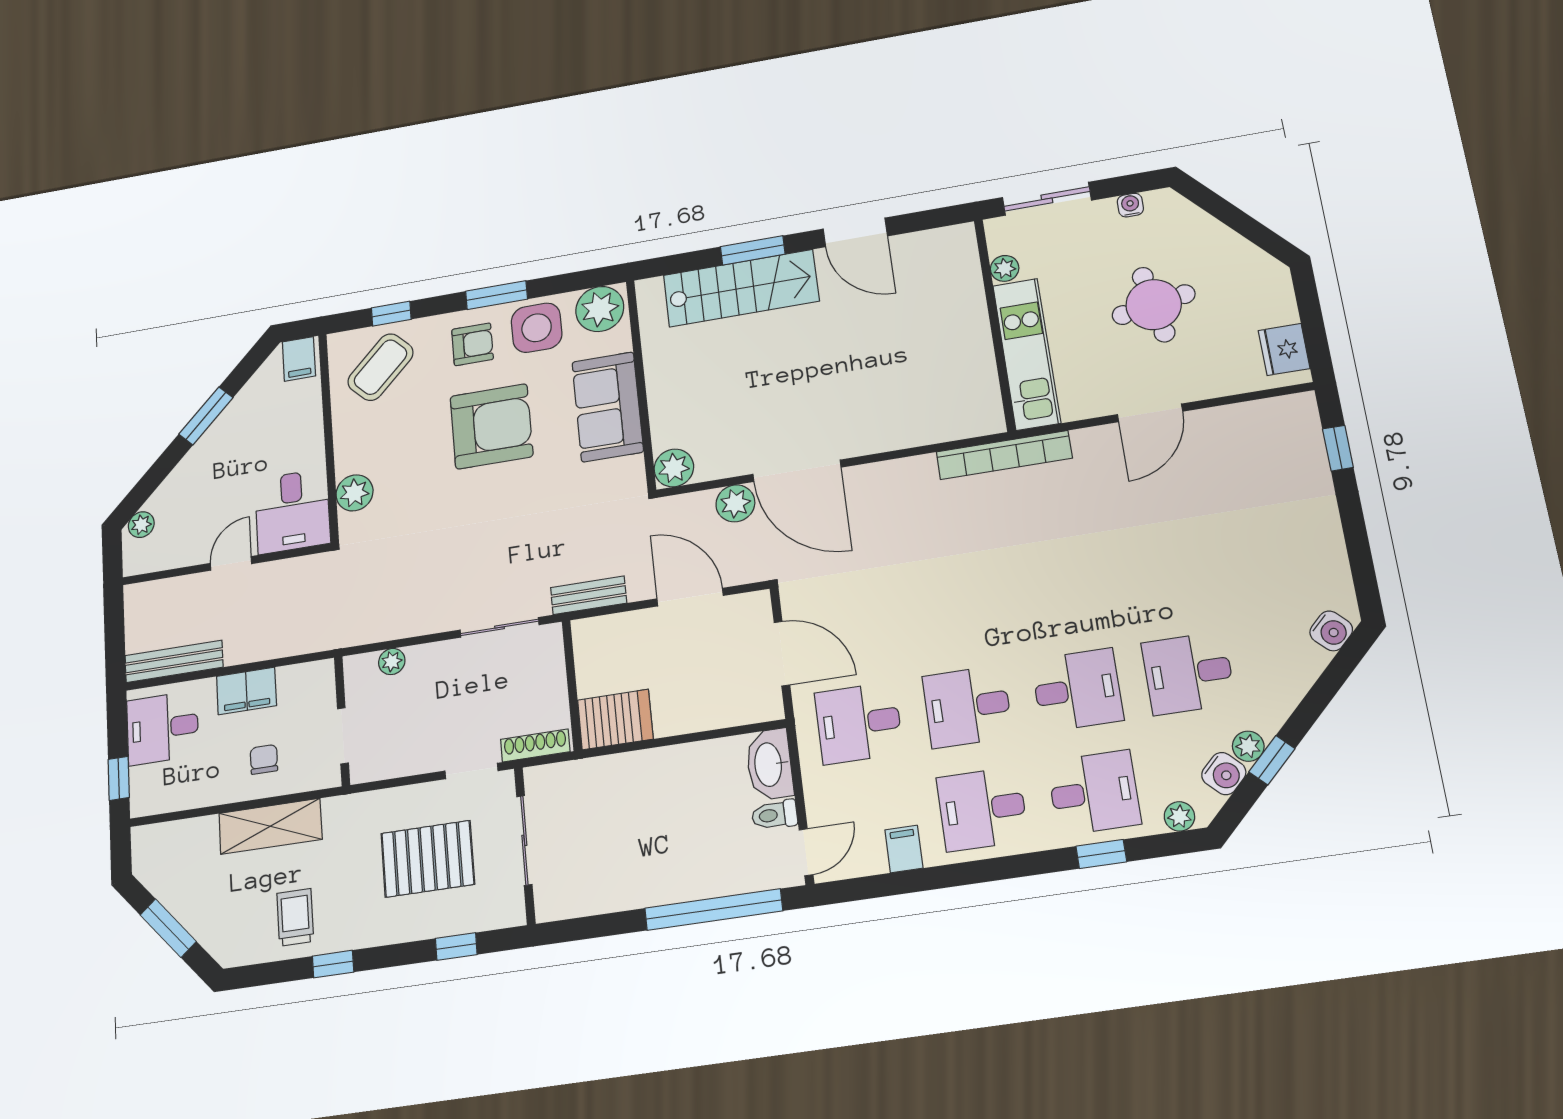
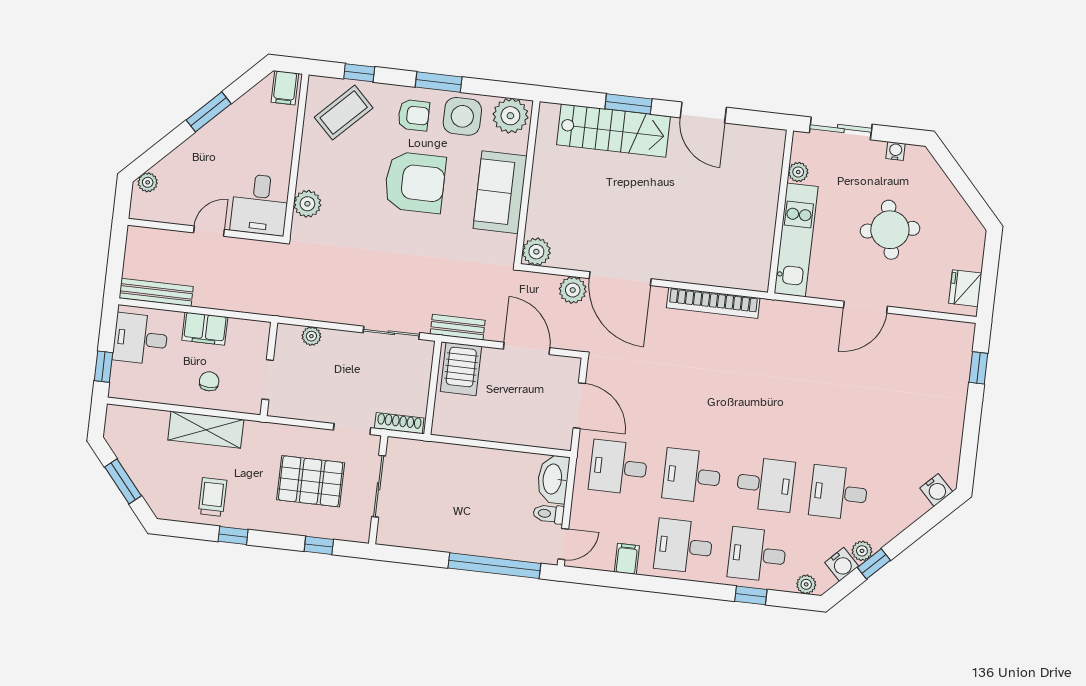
bookcase: (1004, 455) -> (713, 303), moved
server rack: (615, 719) -> (461, 369), moved, turned 90
desk: (1094, 793) -> (757, 555), turned 180

